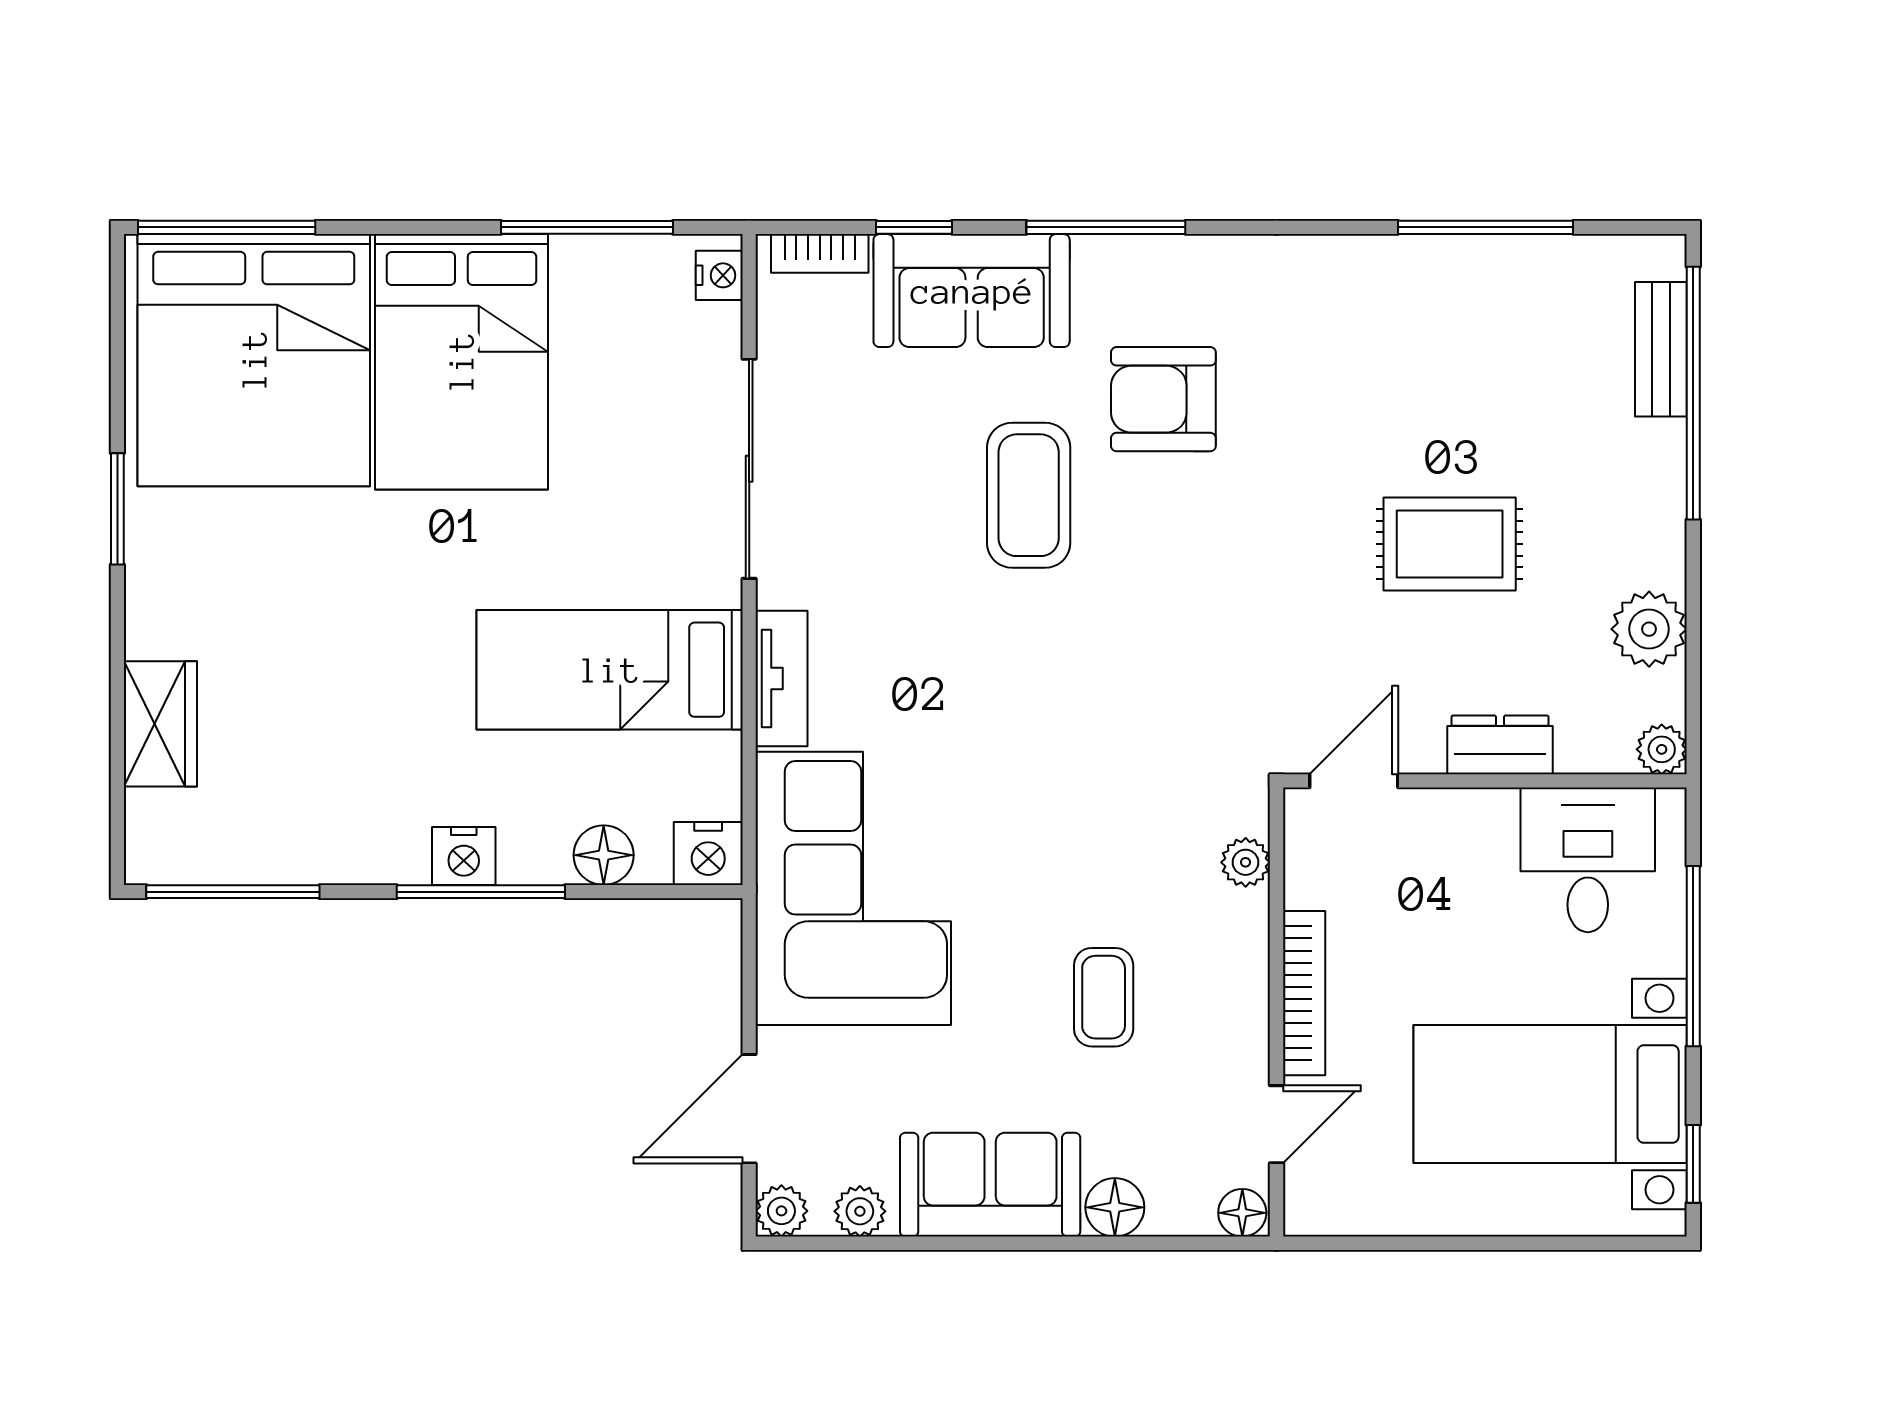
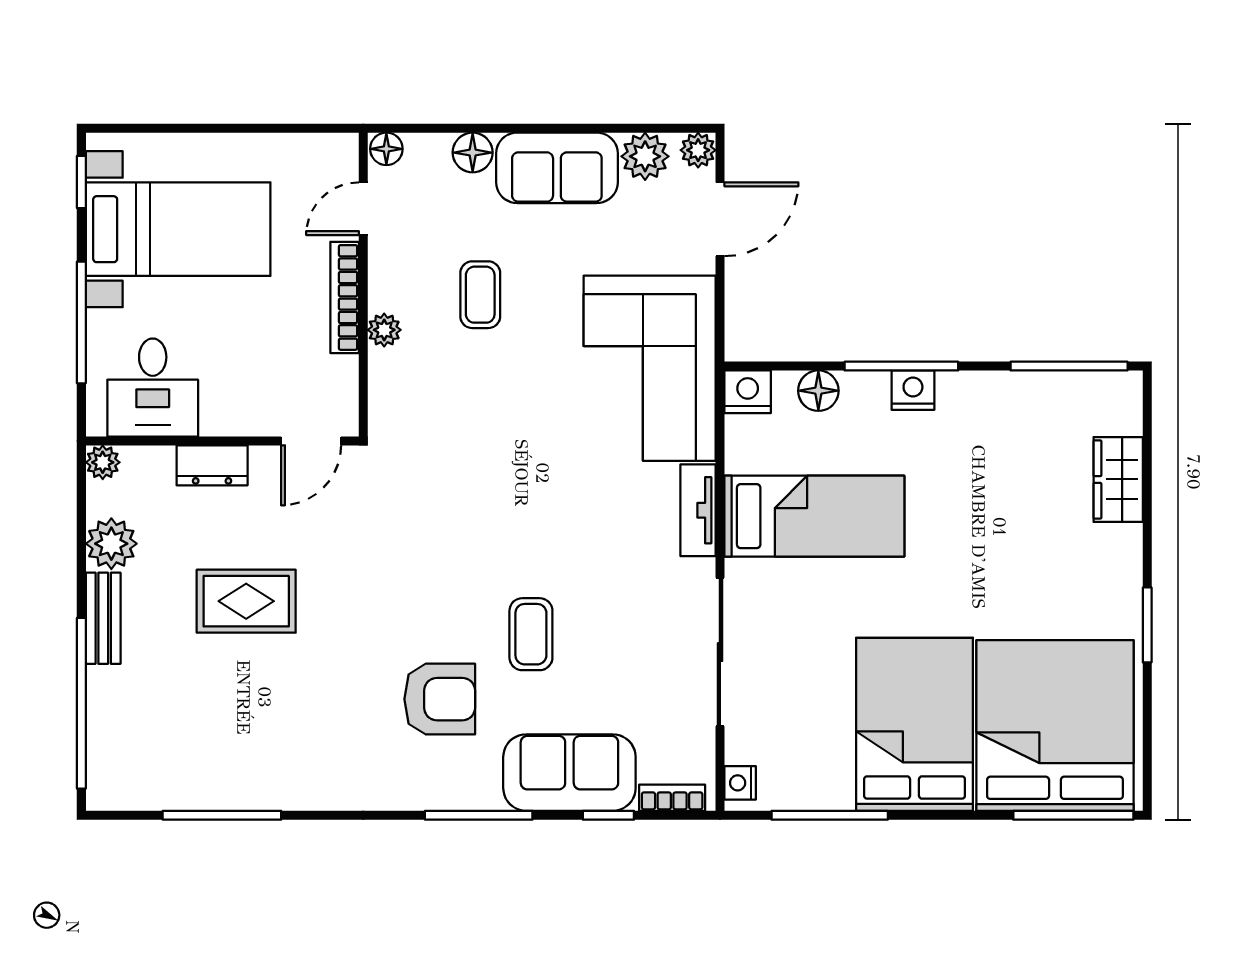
bench: (1661, 349) -> (103, 618), moved
coffee table: (1029, 495) -> (531, 634), width x0.73, depth x0.77
plant: (1246, 862) -> (384, 330), moved
plant: (860, 1211) -> (645, 156), width x1.38, depth x1.38

